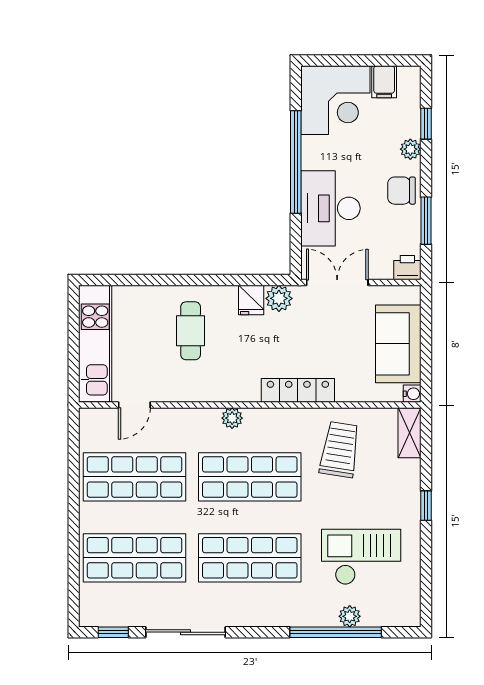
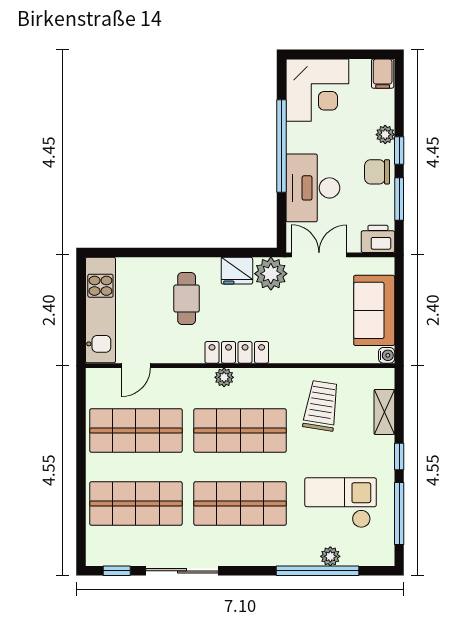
filing cabinet: (384, 82) -> (383, 74), moved
window: (426, 124) -> (399, 150), moved
printer: (407, 268) -> (378, 239), width x1.36, depth x1.24
plant: (279, 298) -> (271, 274), width x1.36, depth x1.36
fridge: (251, 300) -> (237, 271), width x1.38
locker: (298, 390) -> (237, 352), moved
shelving: (410, 433) -> (384, 412), moved
window: (426, 569) -> (399, 513), added

